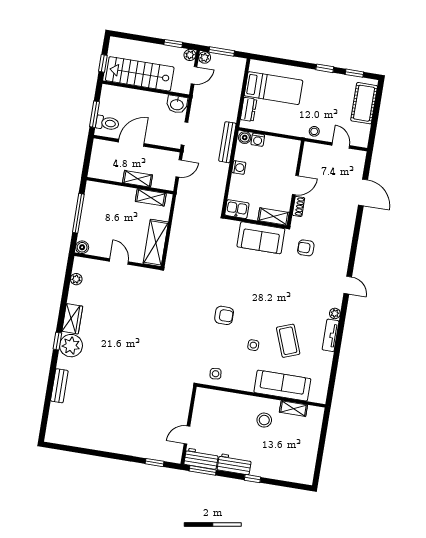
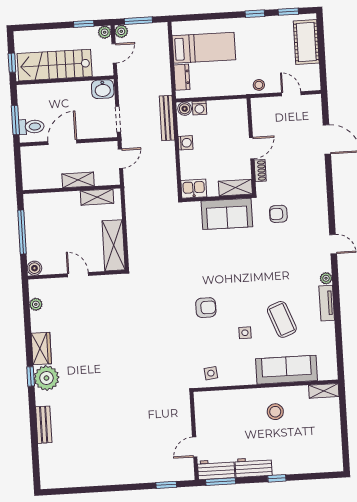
shelving: (293, 409) -> (324, 391), moved

